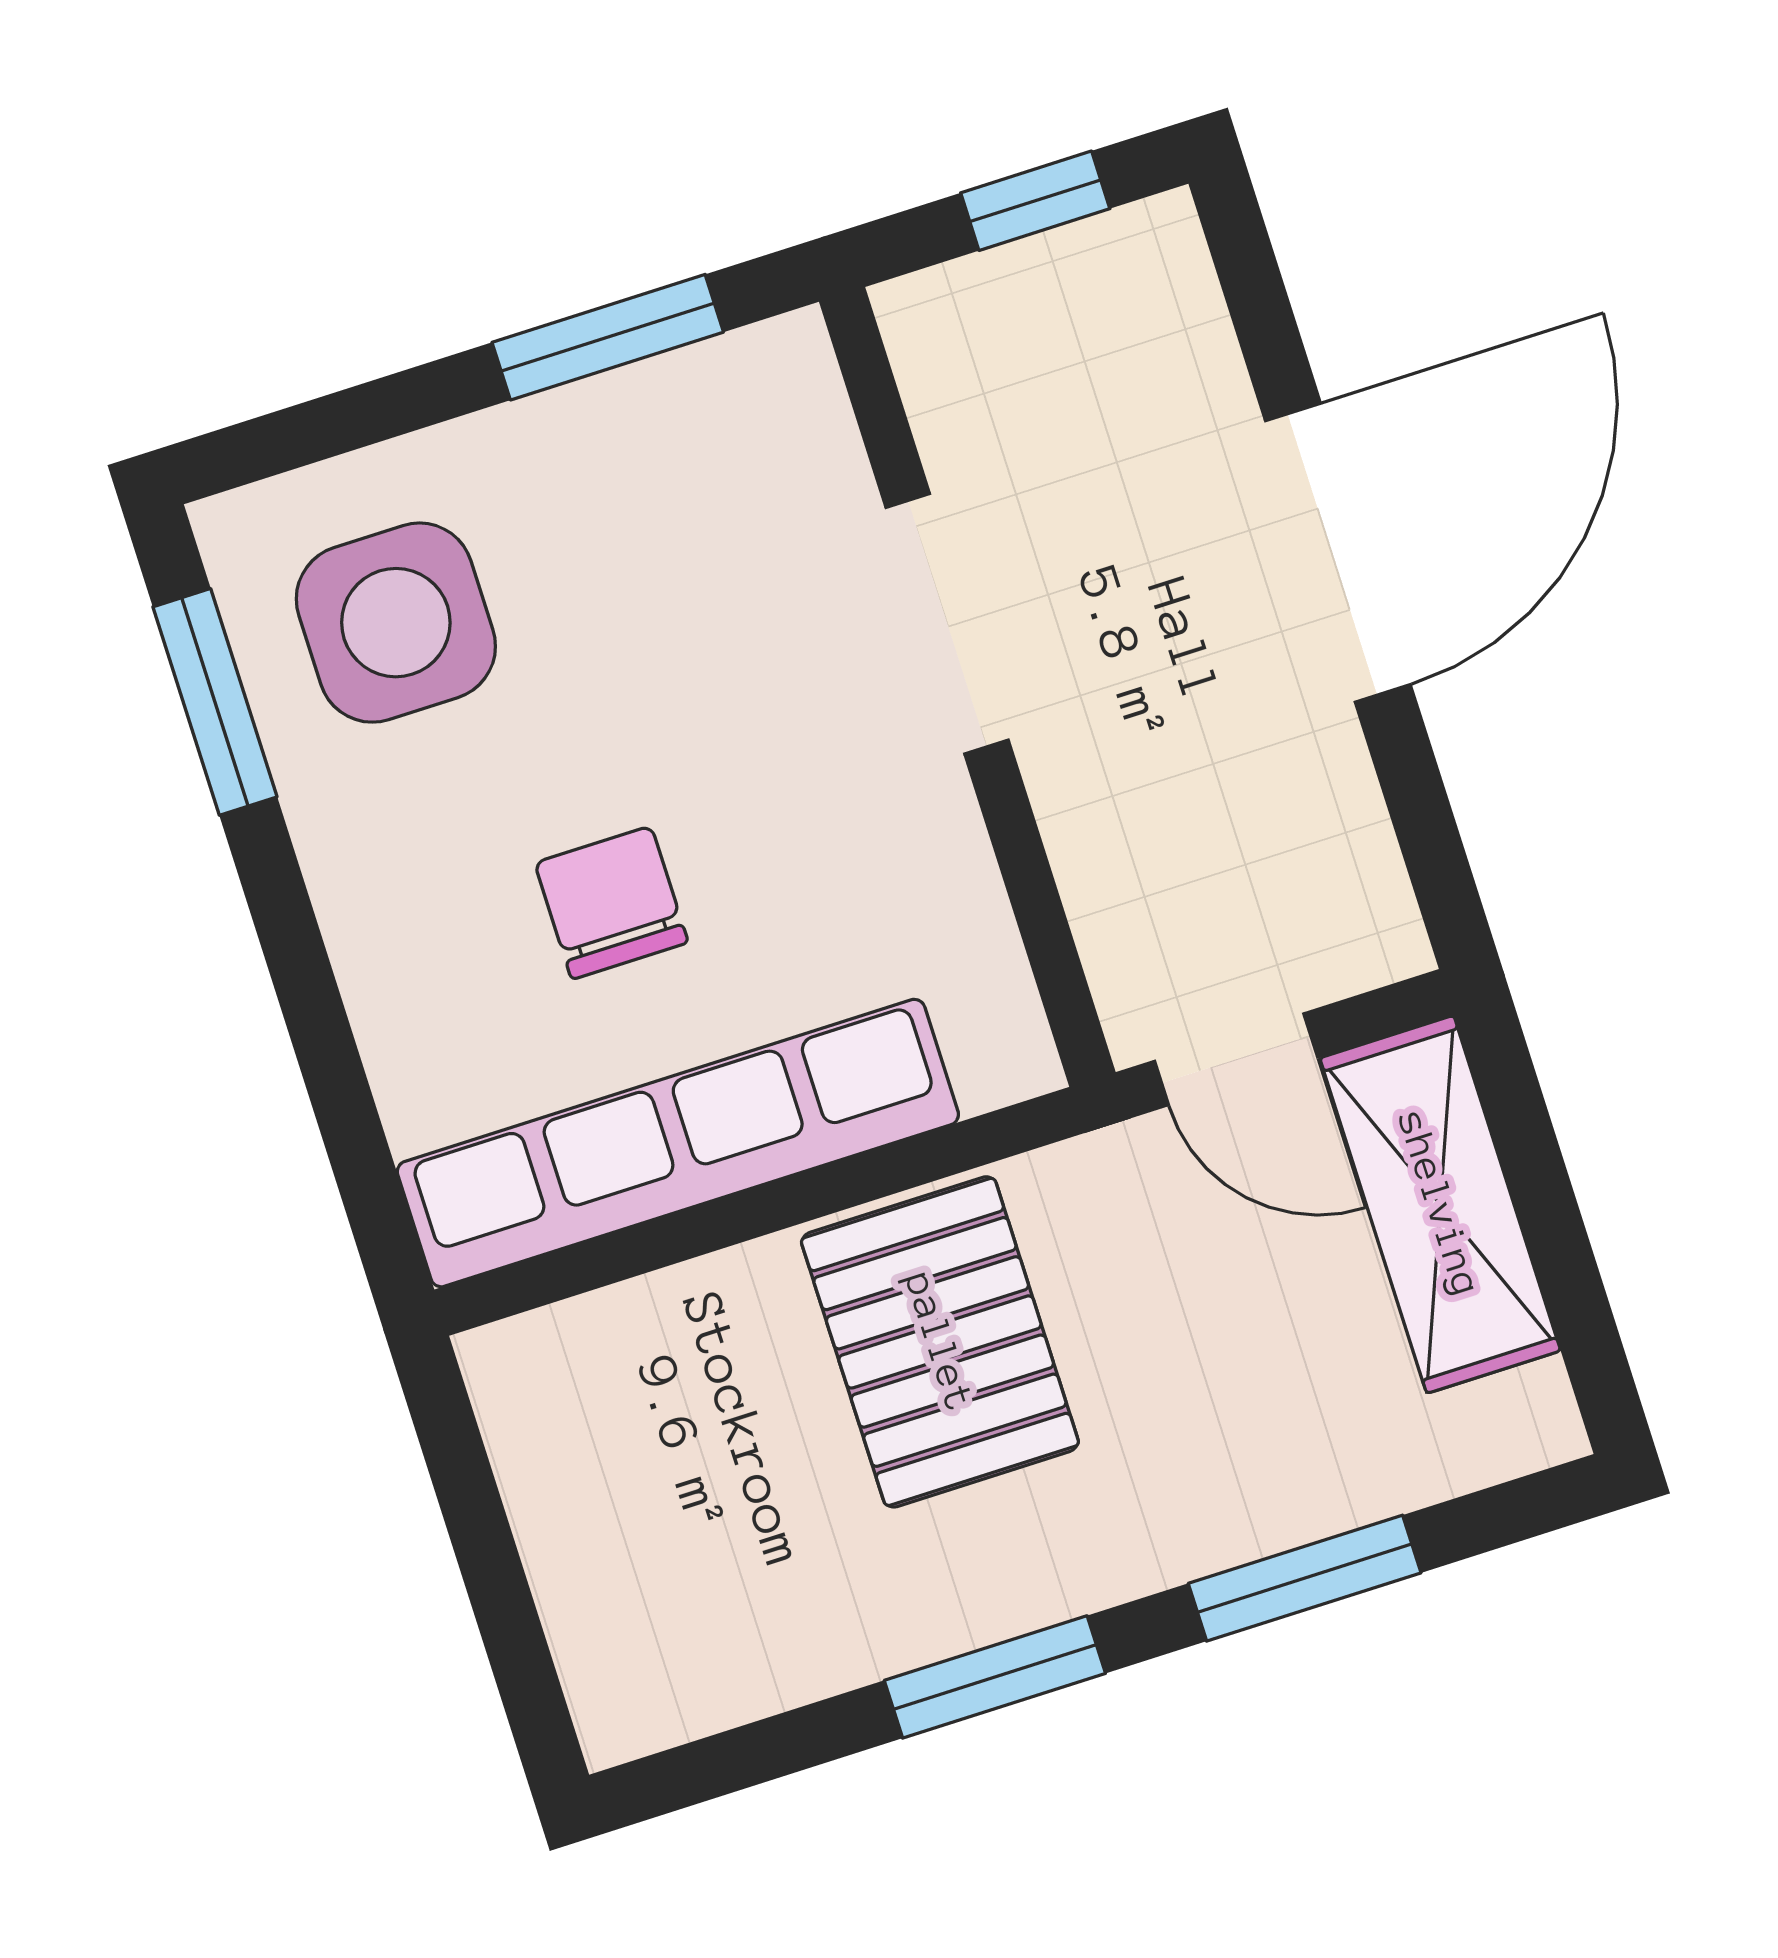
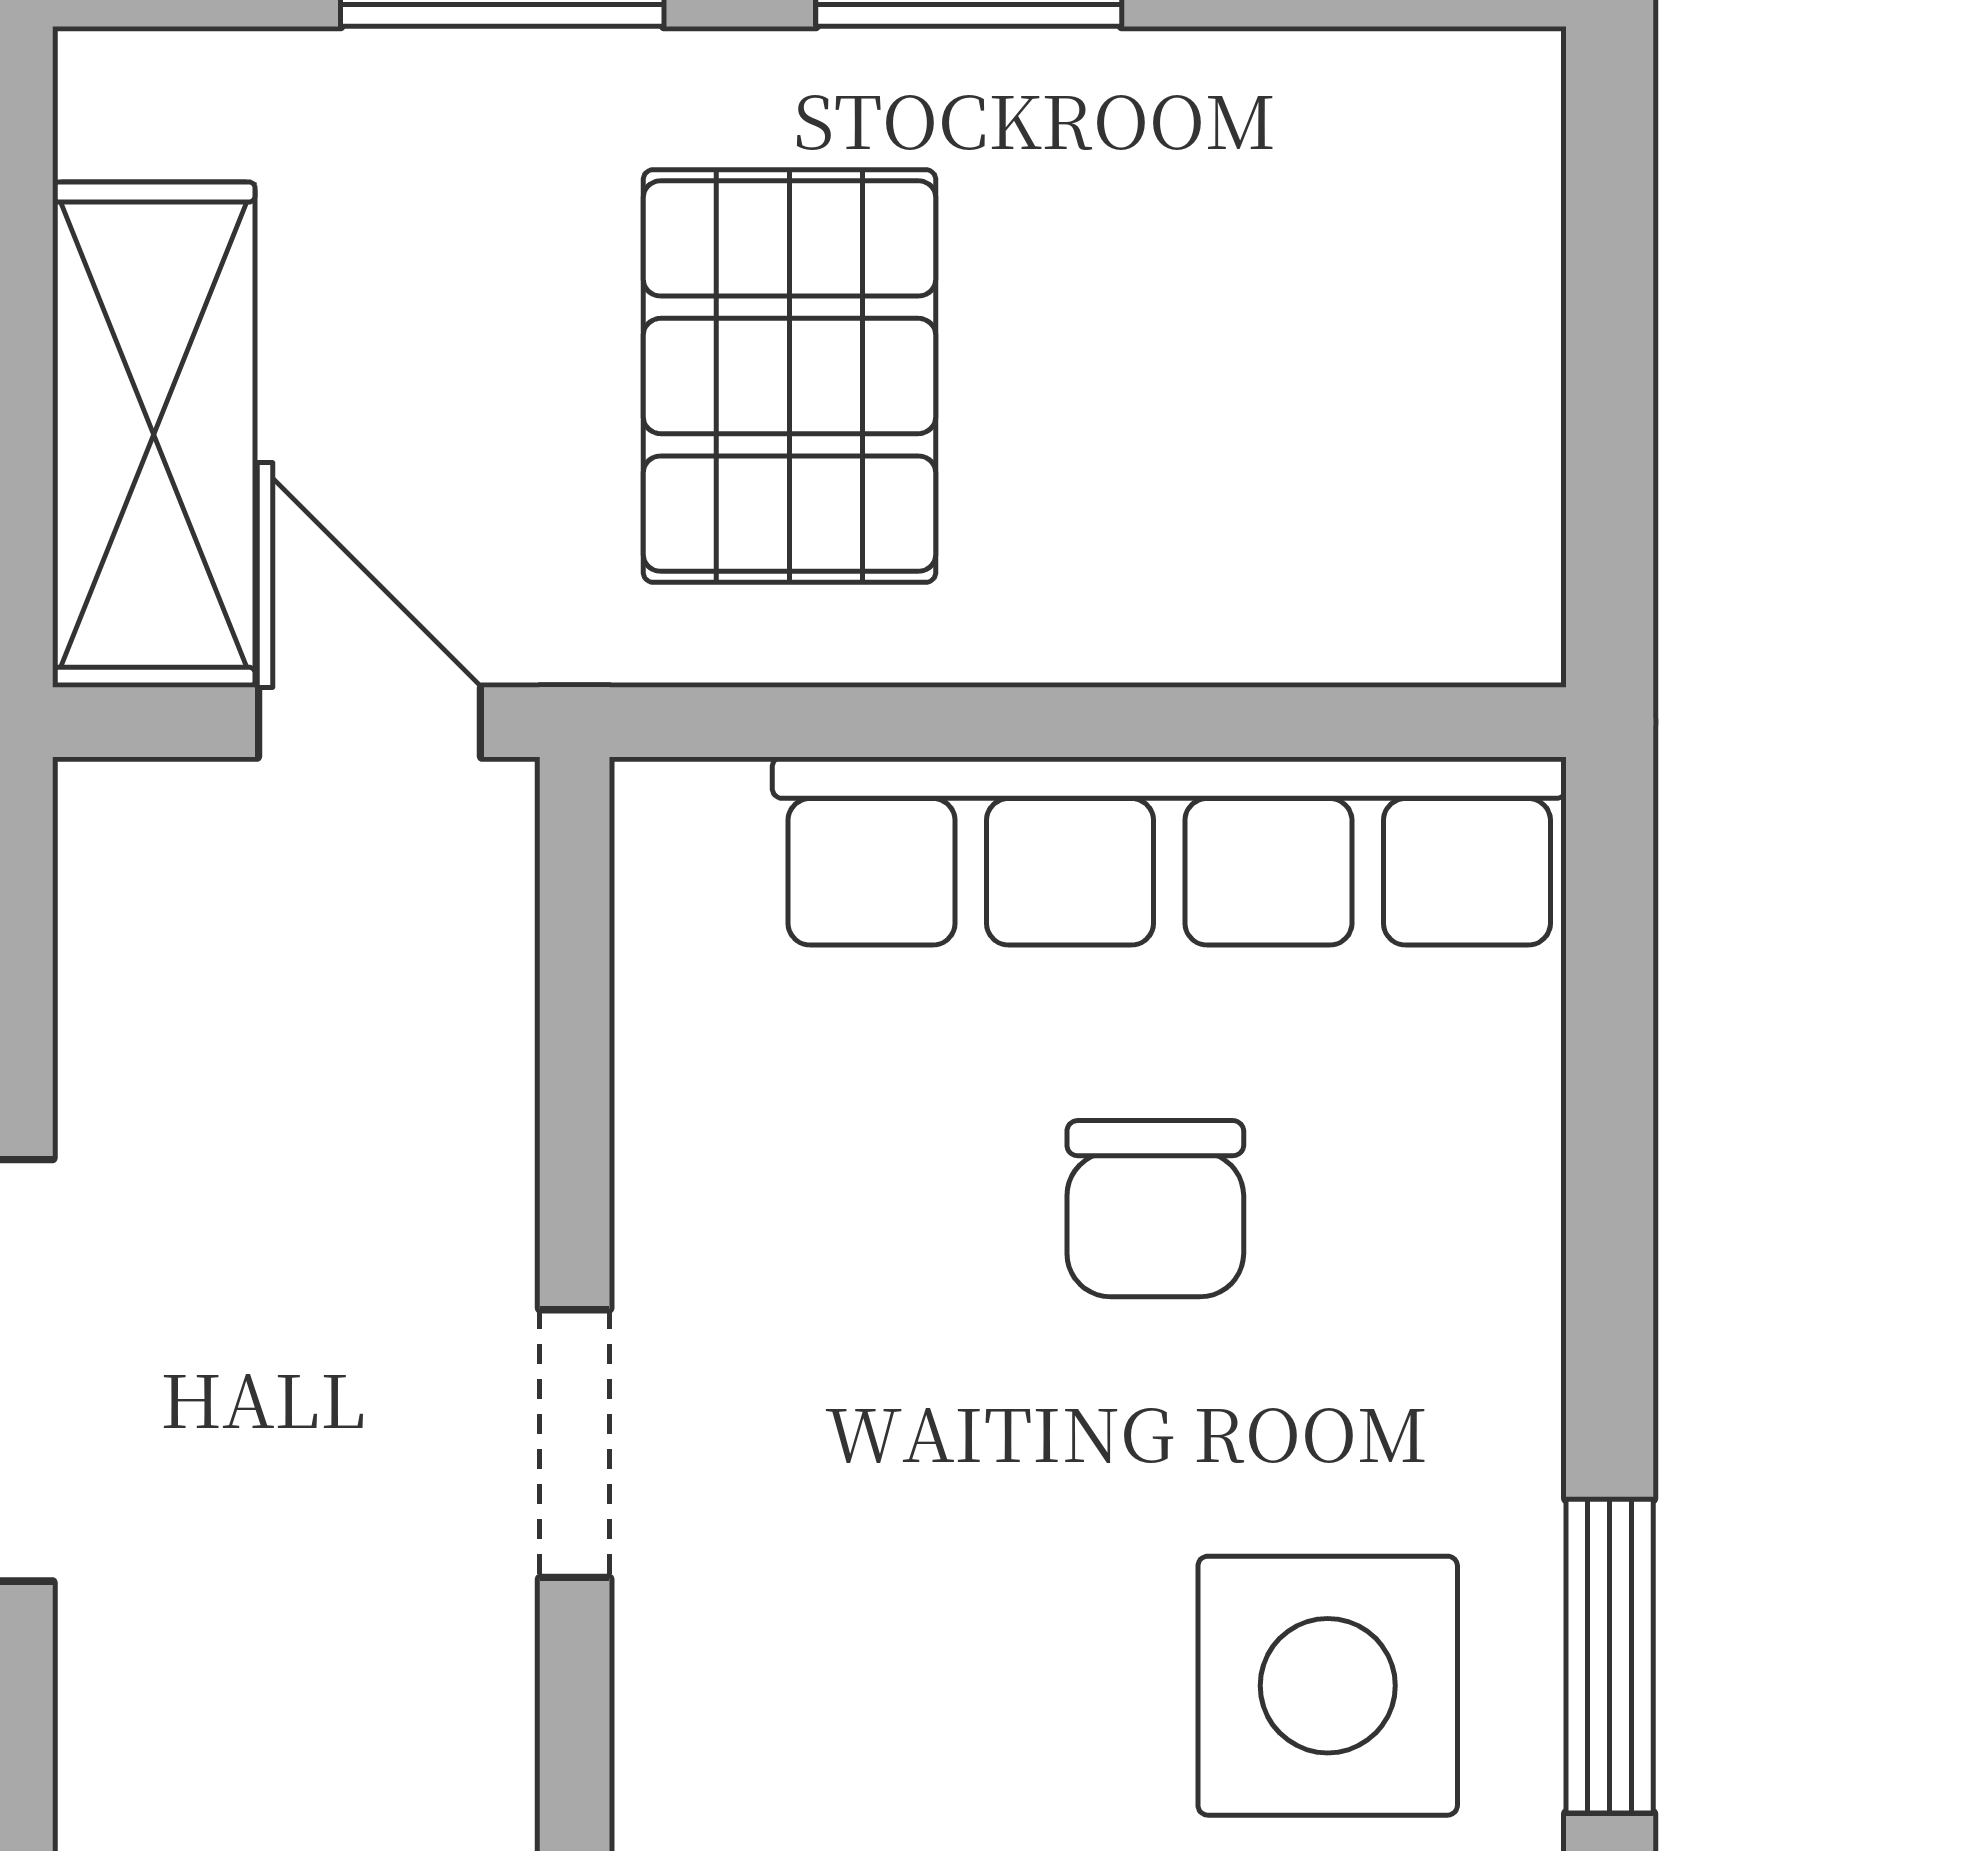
doorway: (947, 624) -> (575, 1444), width x0.73
pallet: (940, 1342) -> (789, 376), moved

